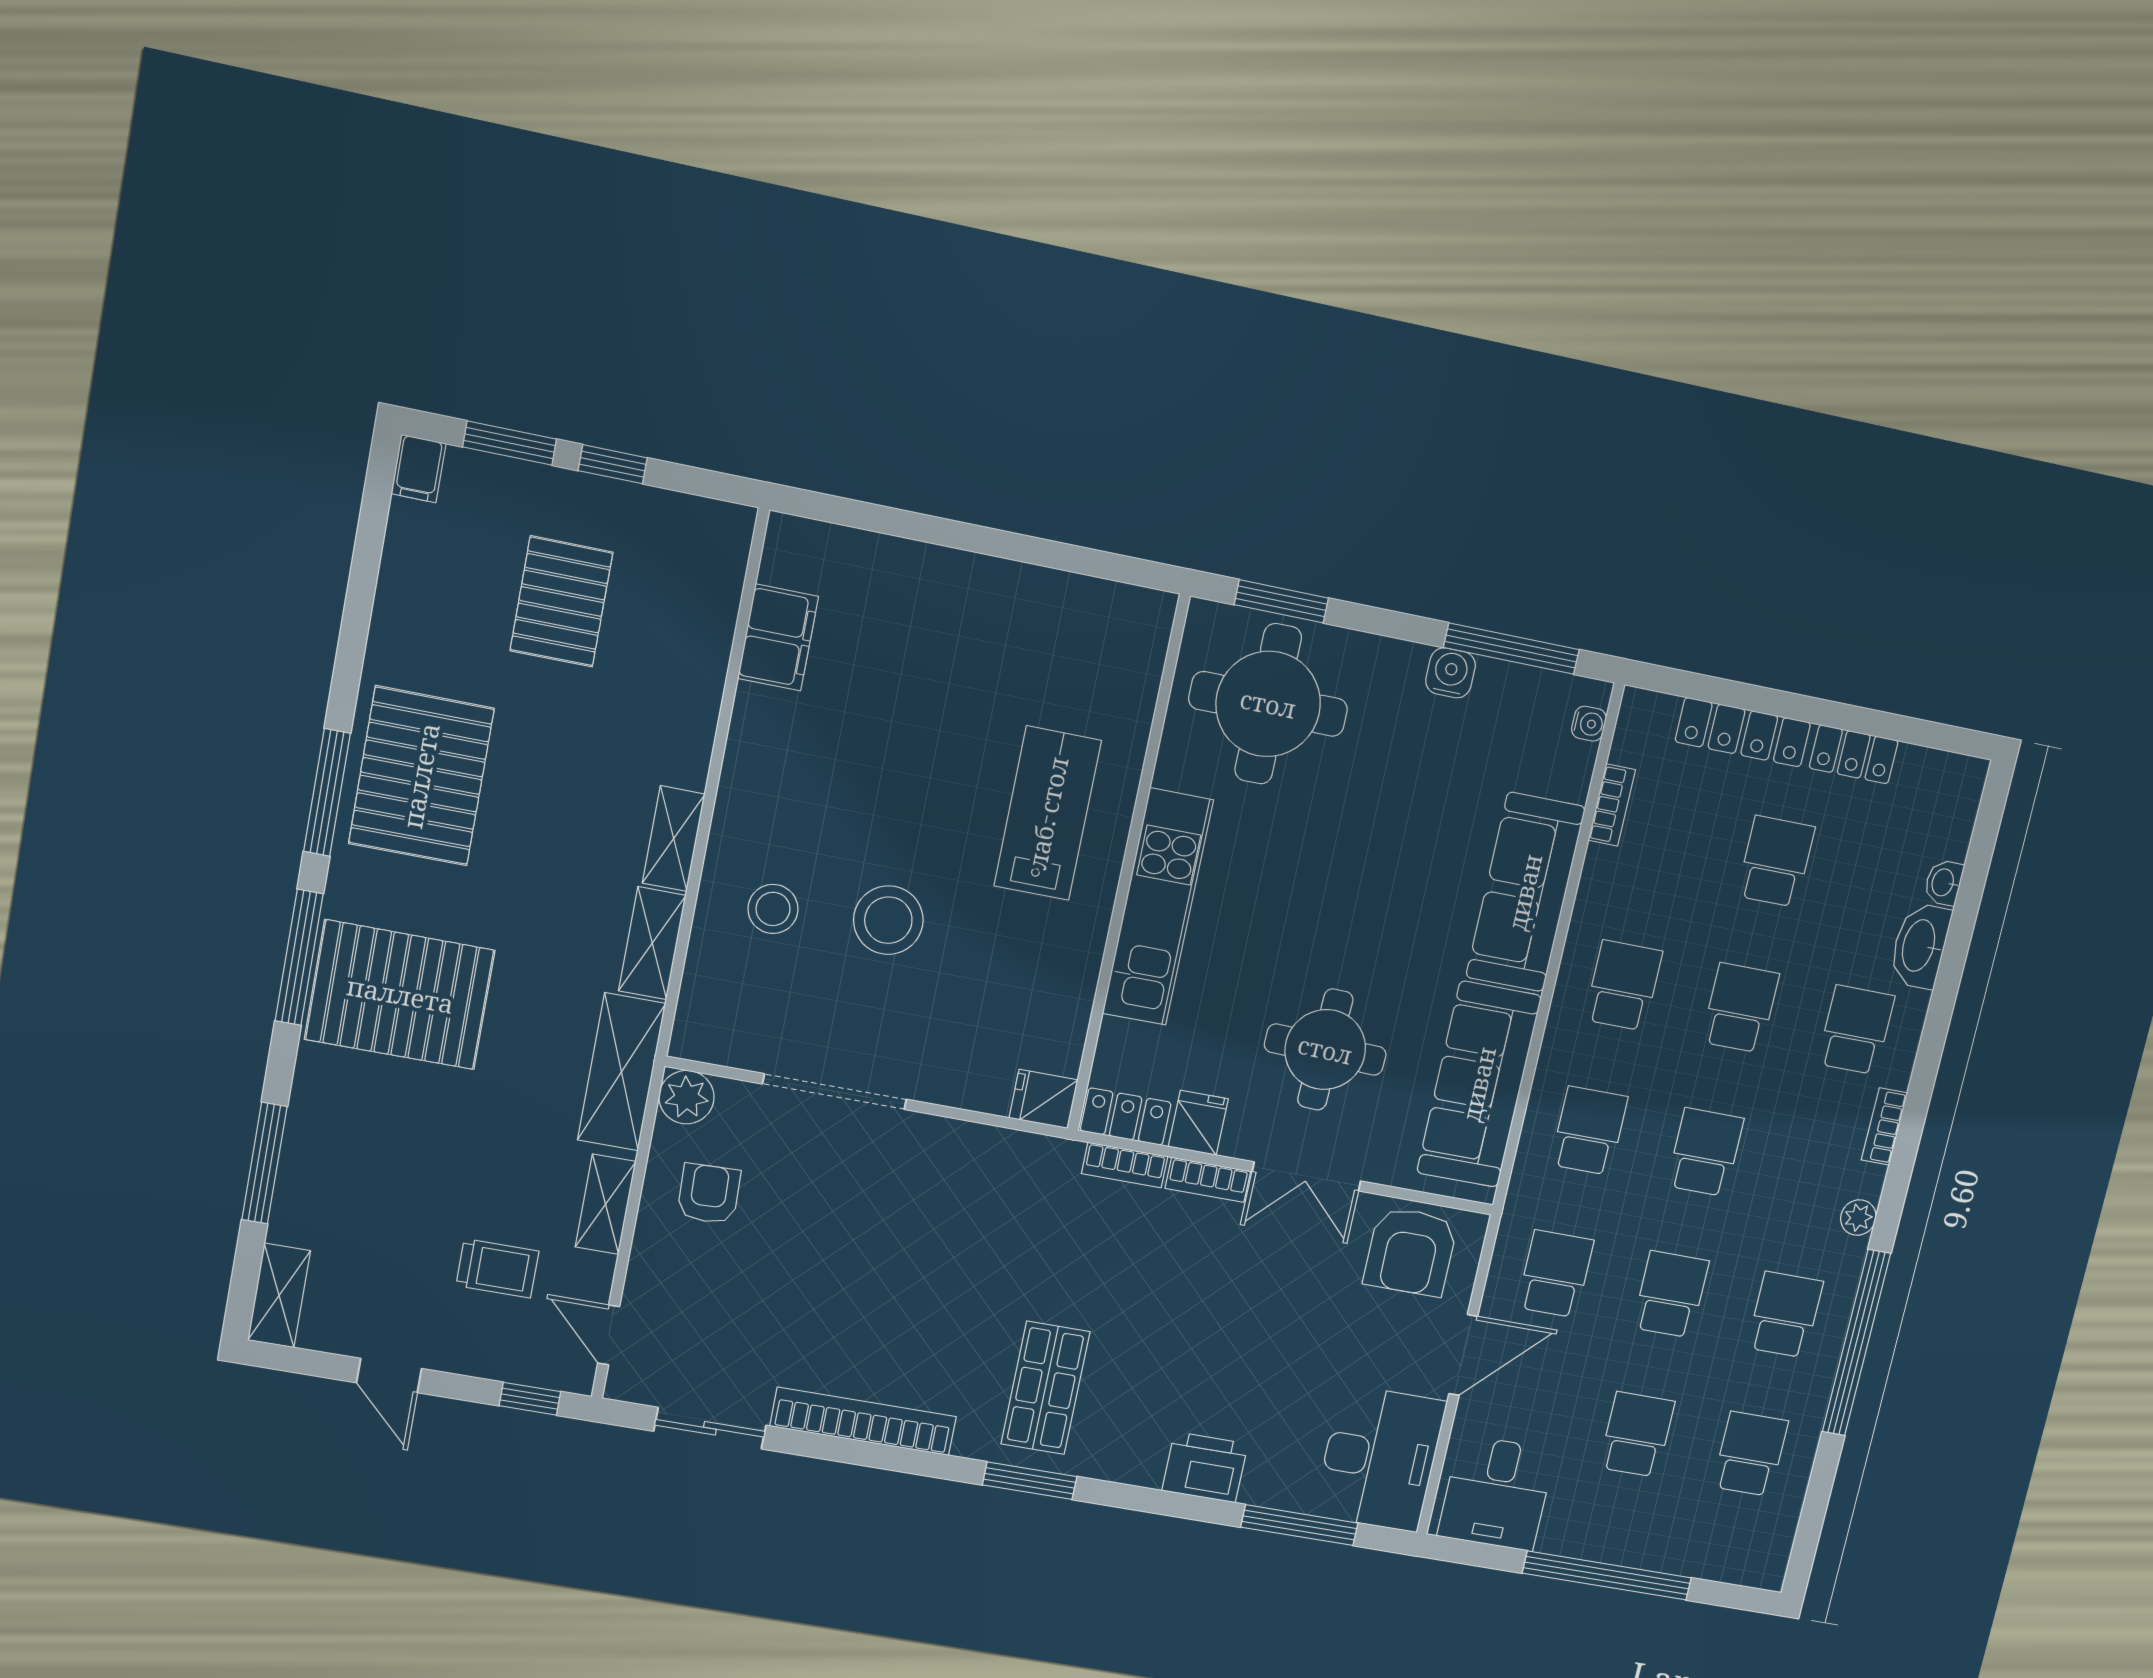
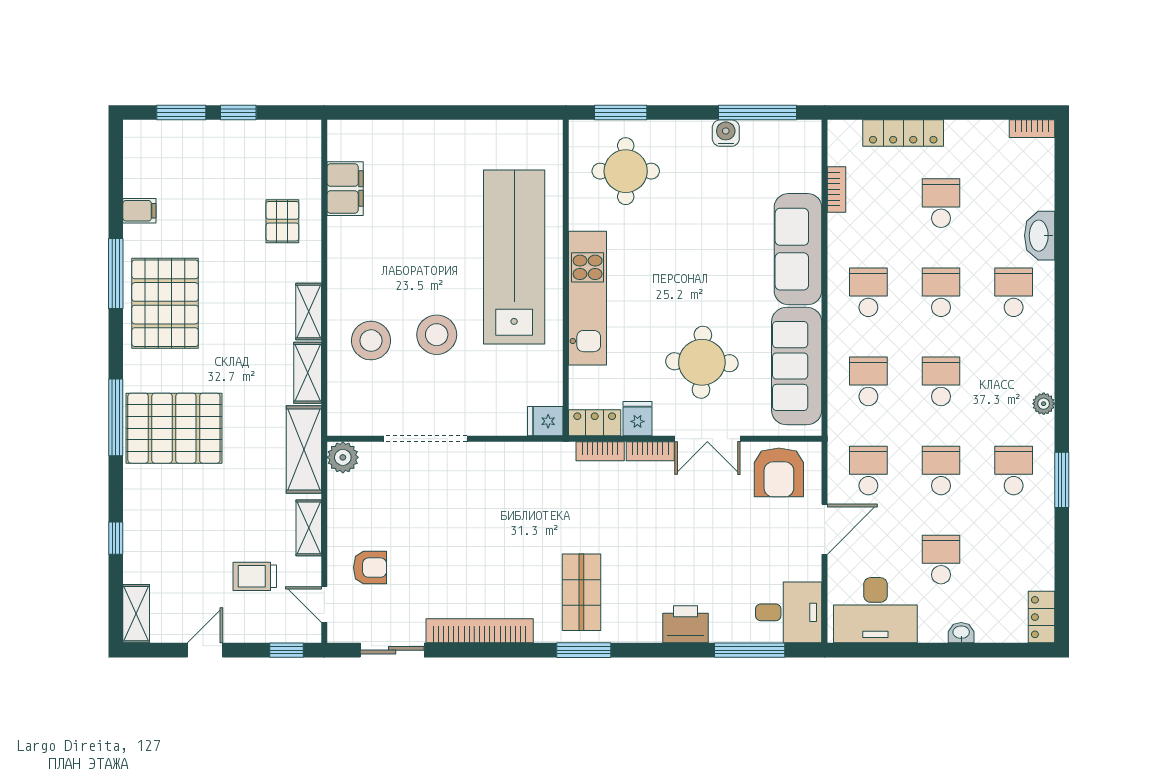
filing cabinet: (419, 469) -> (139, 211), moved, turned -90
pallet: (561, 601) -> (282, 221), moved, width x0.67, depth x0.71
round table: (1268, 704) -> (626, 171), width x0.73, depth x0.73
water cooler: (1589, 724) -> (812, 146), removed
locker: (1854, 754) -> (1041, 617), moved, turned 90
window: (327, 792) -> (116, 274), moved
lab bench: (1048, 813) -> (514, 257), width x1.86, depth x1.39
washbasin: (1944, 883) -> (961, 633), moved, turned 90
stool: (773, 909) -> (371, 341), width x1.38, depth x1.38
bookcase: (1884, 1126) -> (1032, 129), moved, turned -90
window: (264, 1163) -> (116, 538), width x0.46
armchair: (709, 1194) -> (370, 568), moved, turned 92
trolley: (497, 1268) -> (255, 576), turned 180
window: (1856, 1343) -> (1062, 480), width x0.47
door: (389, 1376) -> (205, 650), swing flipped
school desk: (1750, 1454) -> (1014, 560), removed
desk: (1380, 1458) -> (789, 612), width x0.73
desk: (1496, 1493) -> (875, 610), width x1.37
window: (1607, 1576) -> (944, 650), removed

